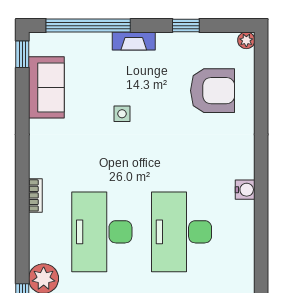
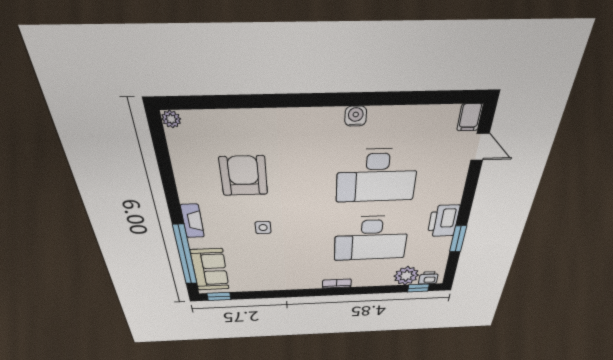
window: (186, 26) -> (168, 178), removed
sofa: (46, 87) -> (210, 270), moved, turned 90
armchair: (213, 91) -> (244, 176), moved
water cooler: (245, 190) -> (356, 116), moved

